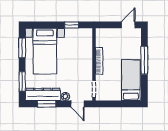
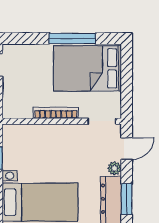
window: (144, 60) -> (72, 39), moved
bed: (131, 80) -> (87, 68), width x1.50

